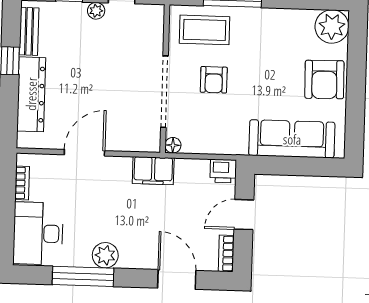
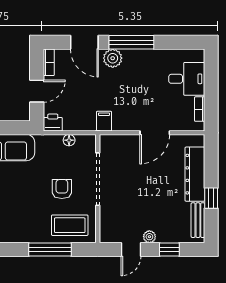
floor lamp: (173, 145) -> (69, 140), moved
filing cabinet: (153, 171) -> (104, 121), width x0.50
desk: (38, 233) -> (187, 79), width x0.73
plant: (105, 255) -> (113, 58), moved
window: (83, 276) -> (131, 42), moved

